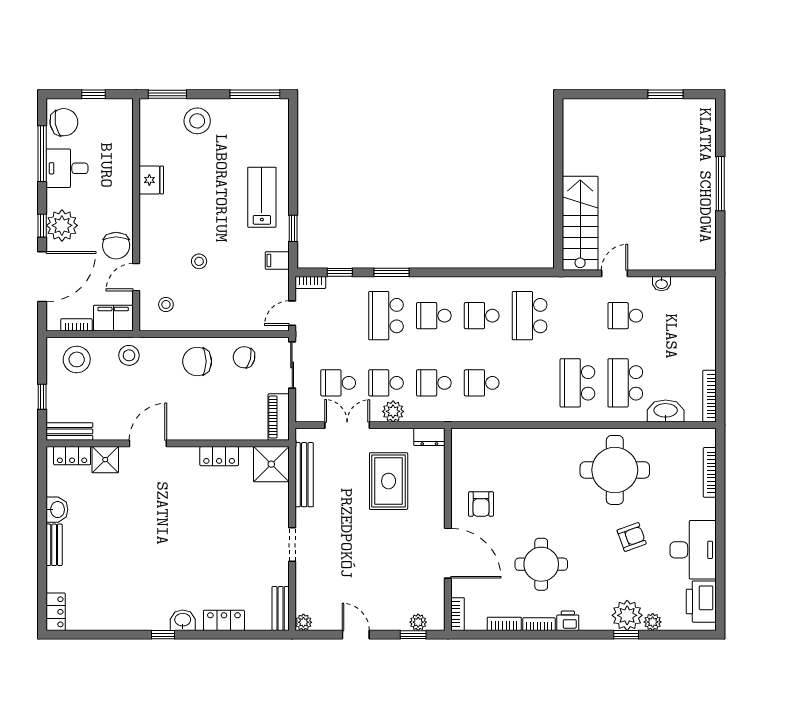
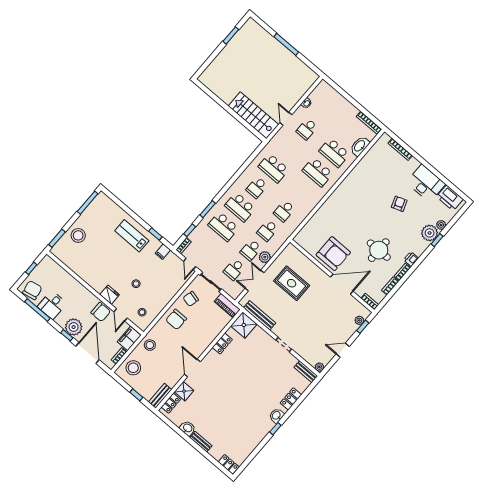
fridge: (151, 180) -> (110, 295), moved
school desk: (434, 316) -> (240, 207), width x1.85
dresser: (429, 437) -> (288, 251), removed
round table: (615, 470) -> (366, 187), removed
armchair: (481, 504) -> (333, 254), width x1.88, depth x1.88

